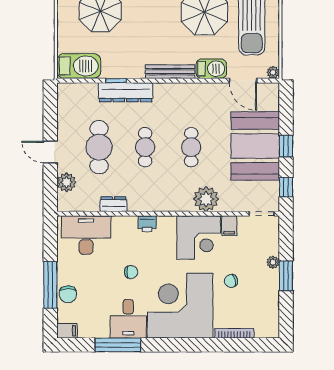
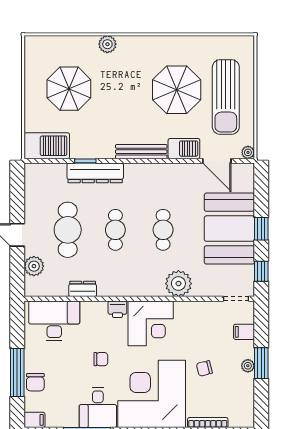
filing cabinet: (229, 226) -> (244, 332), moved, turned 90
corner desk: (199, 238) -> (151, 323), moved
plant: (273, 262) -> (248, 366), moved

